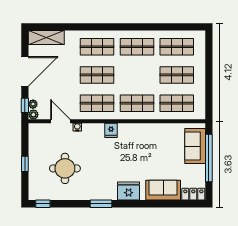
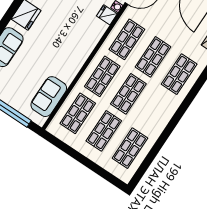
shop shelf: (137, 47) -> (128, 94), moved
fridge: (111, 130) -> (107, 15), moved
sofa: (195, 146) -> (49, 97), moved, turned -90

